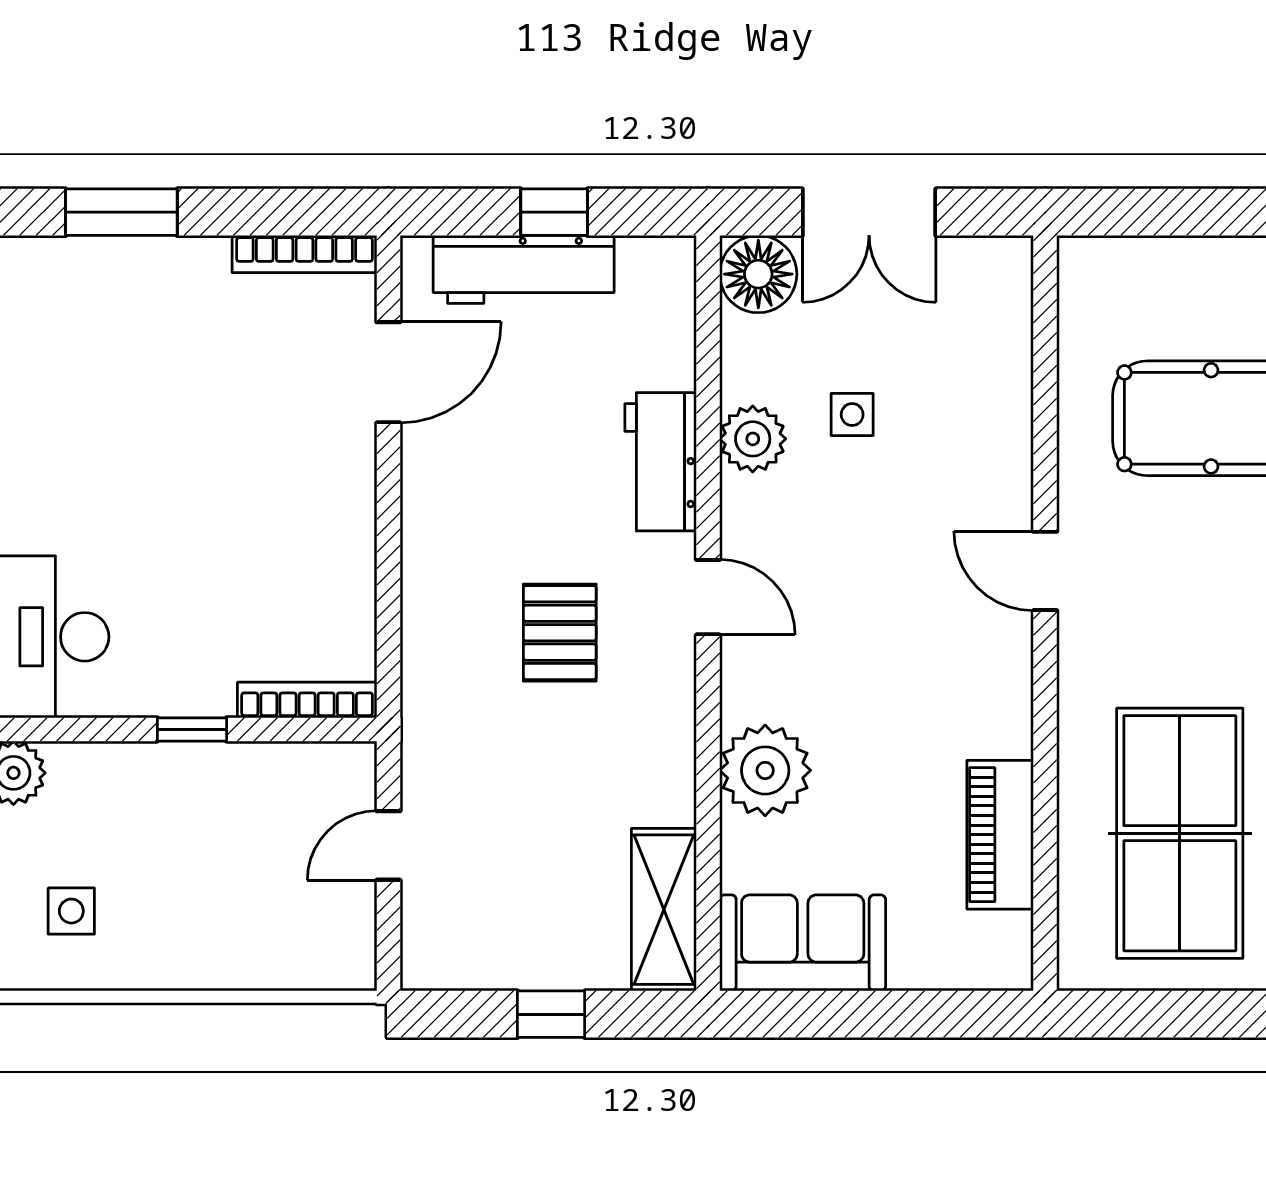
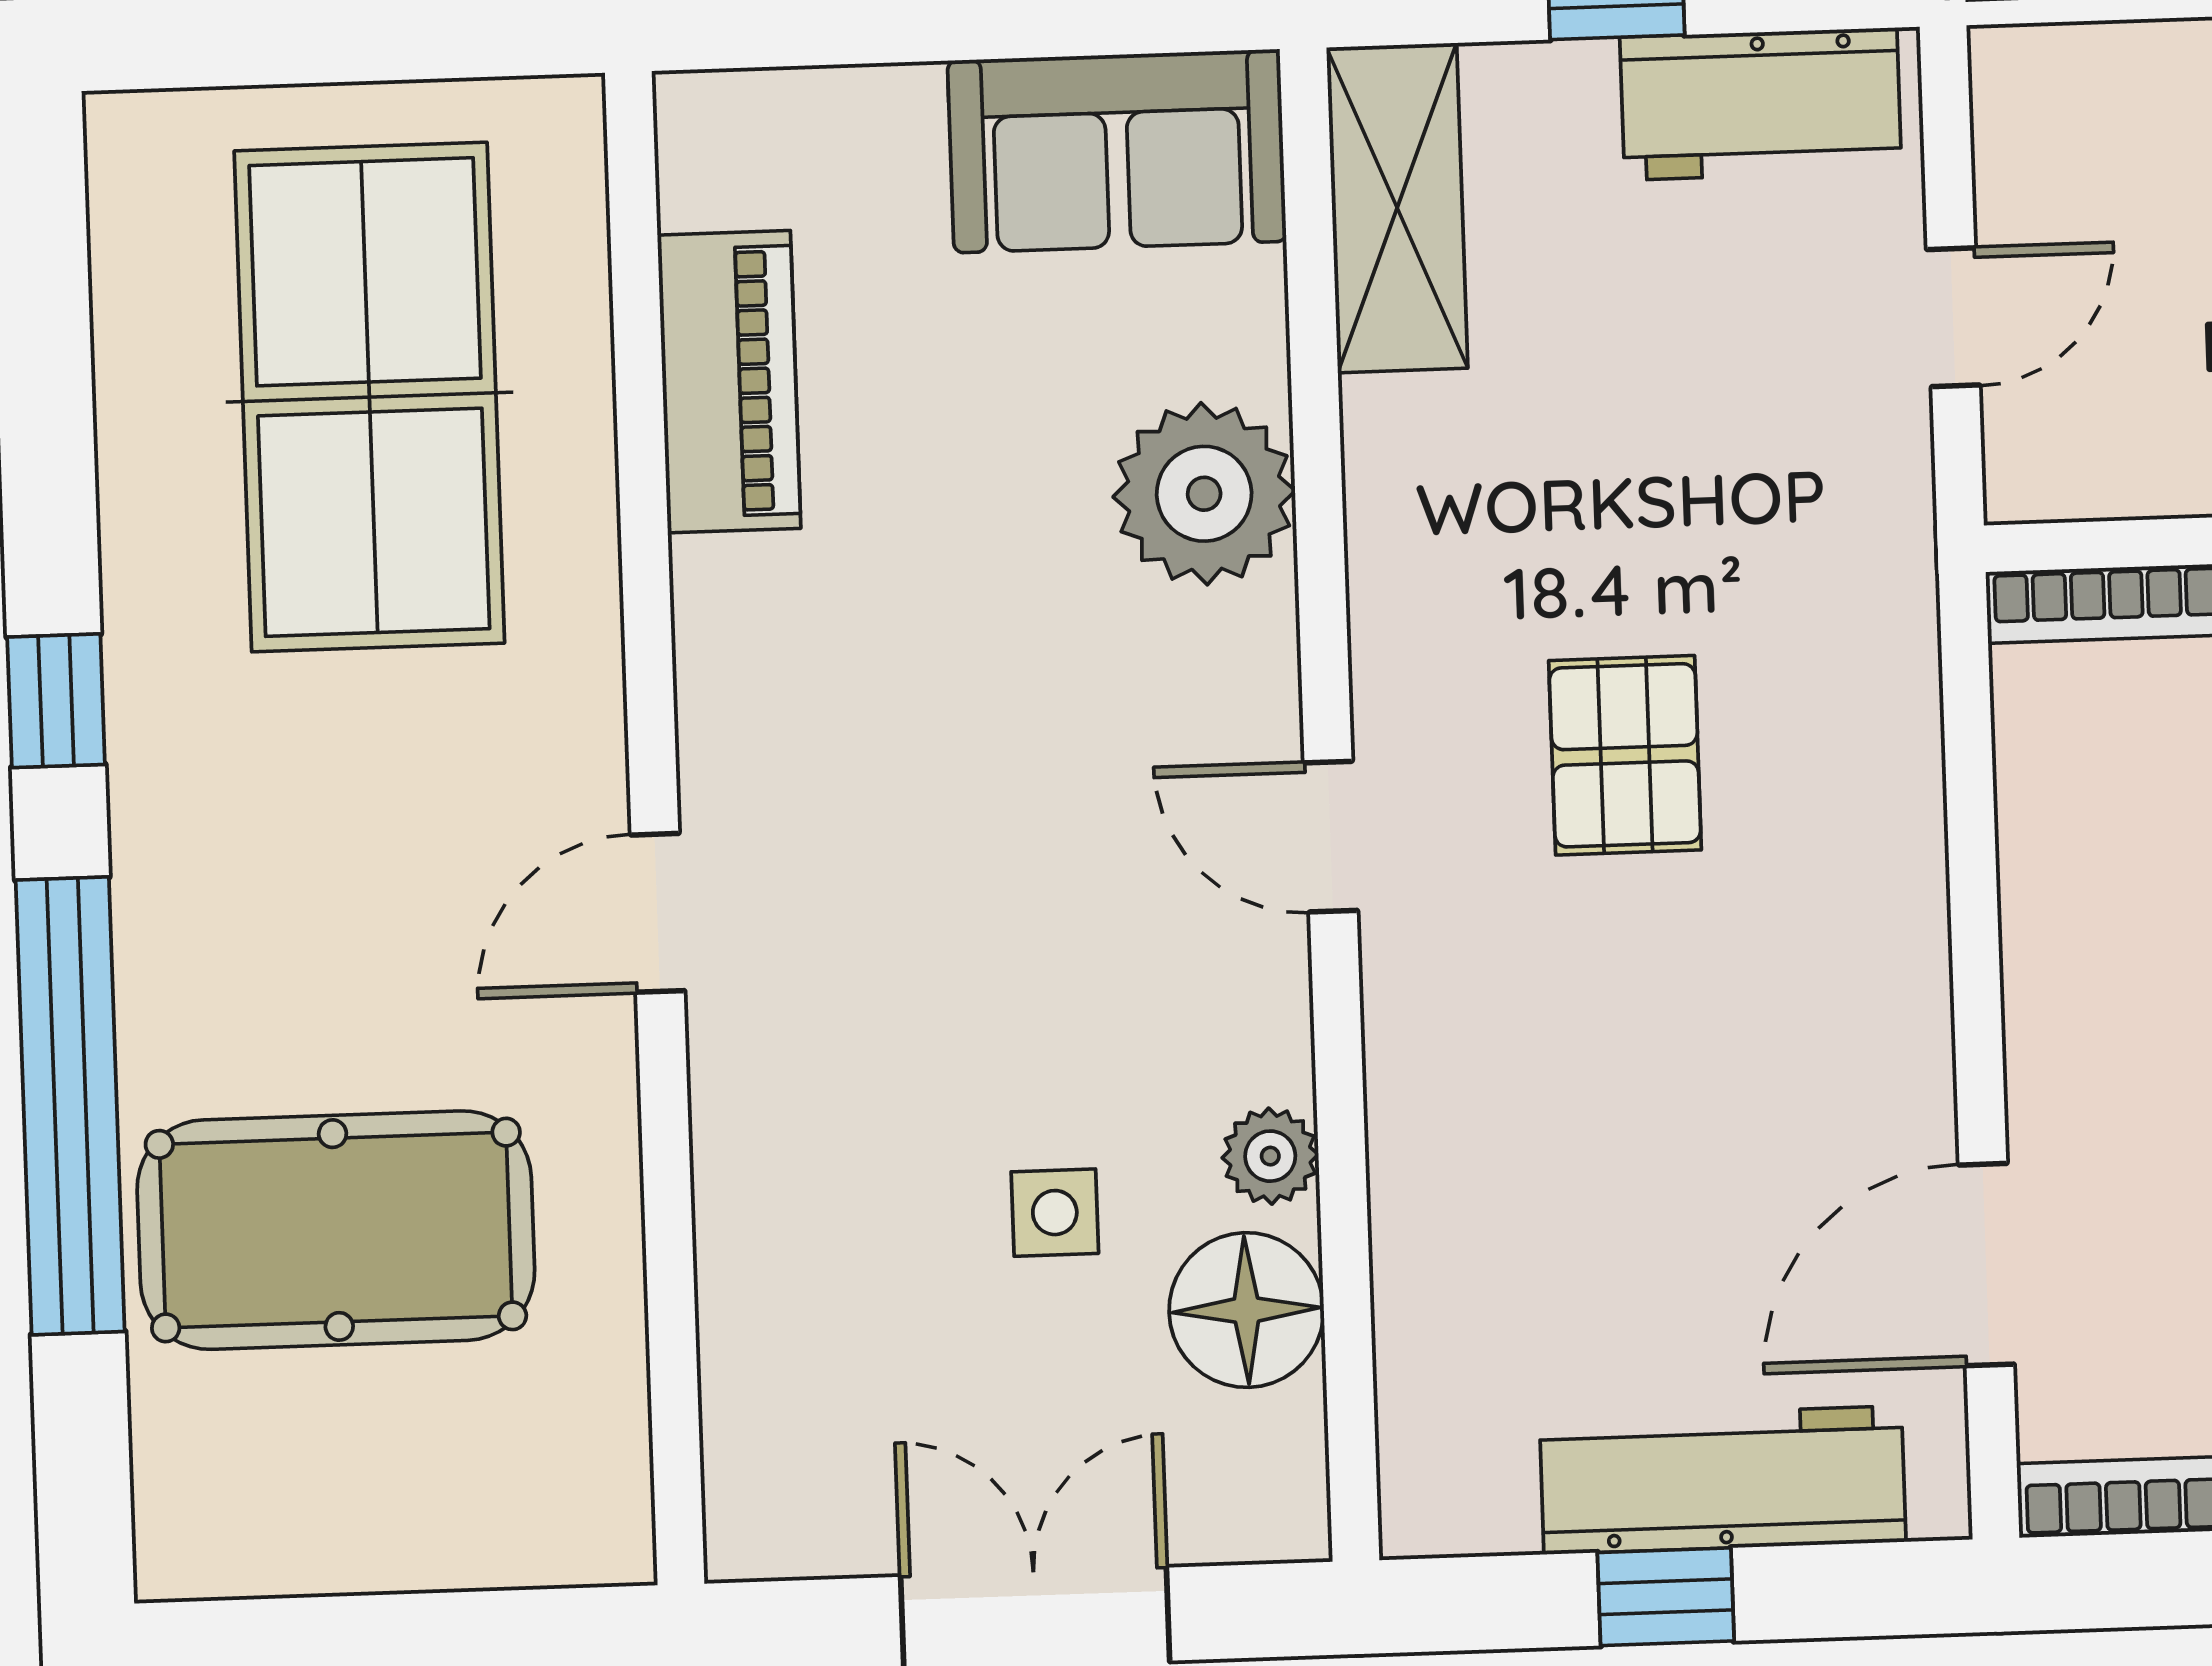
floor lamp: (758, 274) -> (1246, 1310), moved
plant: (753, 439) -> (1270, 1156), width x0.73, depth x0.73
workbench: (661, 462) -> (1761, 104), moved, turned 90
door: (1045, 571) -> (658, 913), swing flipped

